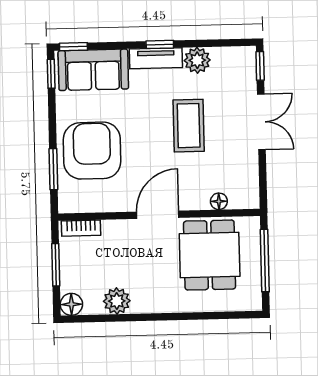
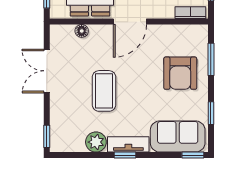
window: (51, 74) -> (211, 113), moved
double door: (261, 122) -> (47, 71), moved
armchair: (92, 151) -> (180, 73), width x0.73, depth x0.73

